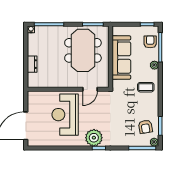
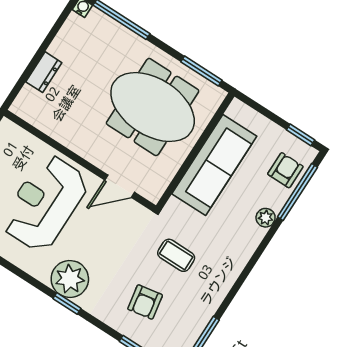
meeting table: (83, 50) -> (153, 107), turned 90
coffee table: (146, 87) -> (176, 255), moved
armchair: (145, 127) -> (145, 302), moved

